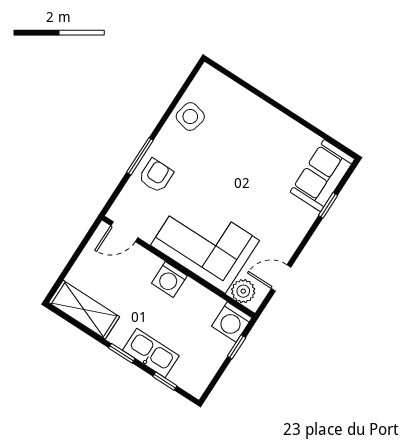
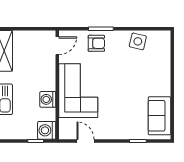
sofa: (322, 175) -> (159, 116), moved, turned -90
door: (124, 232) -> (57, 46), swing flipped
washing machine: (169, 280) -> (48, 99), moved
plant: (243, 291) -> (66, 126), removed

